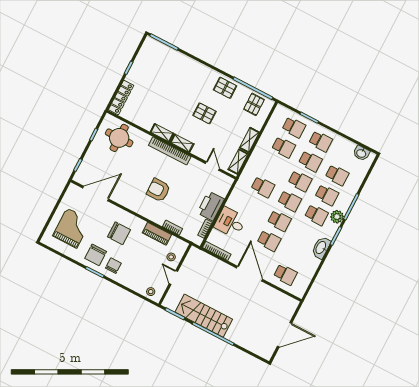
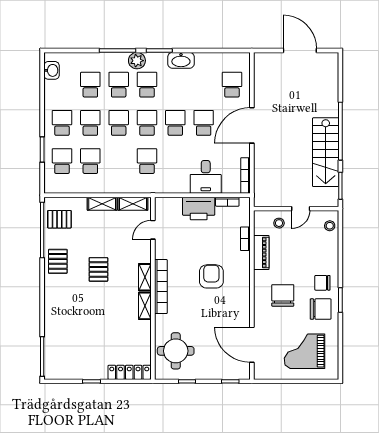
armchair: (158, 190) -> (211, 276), turned 180

